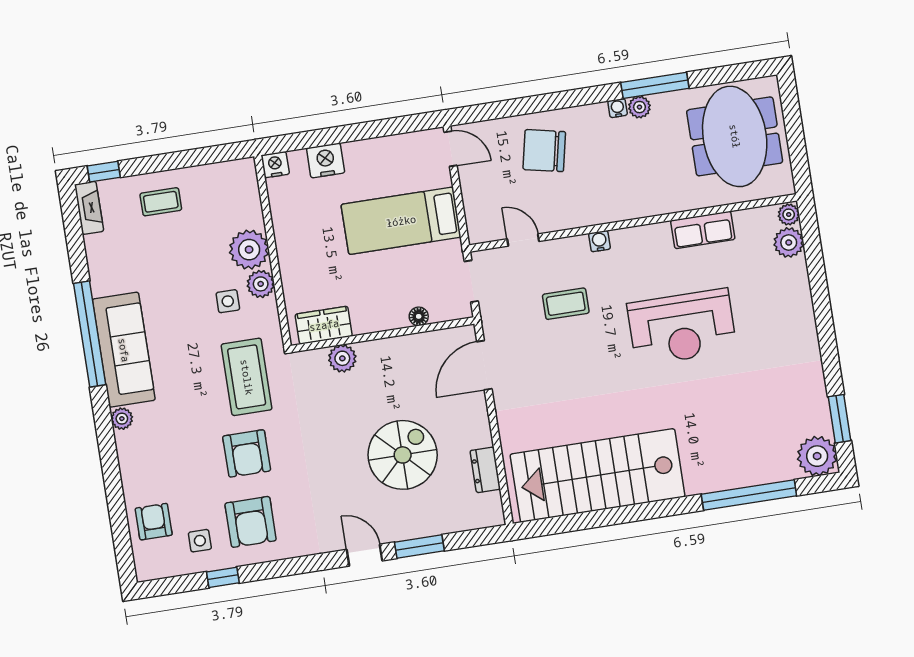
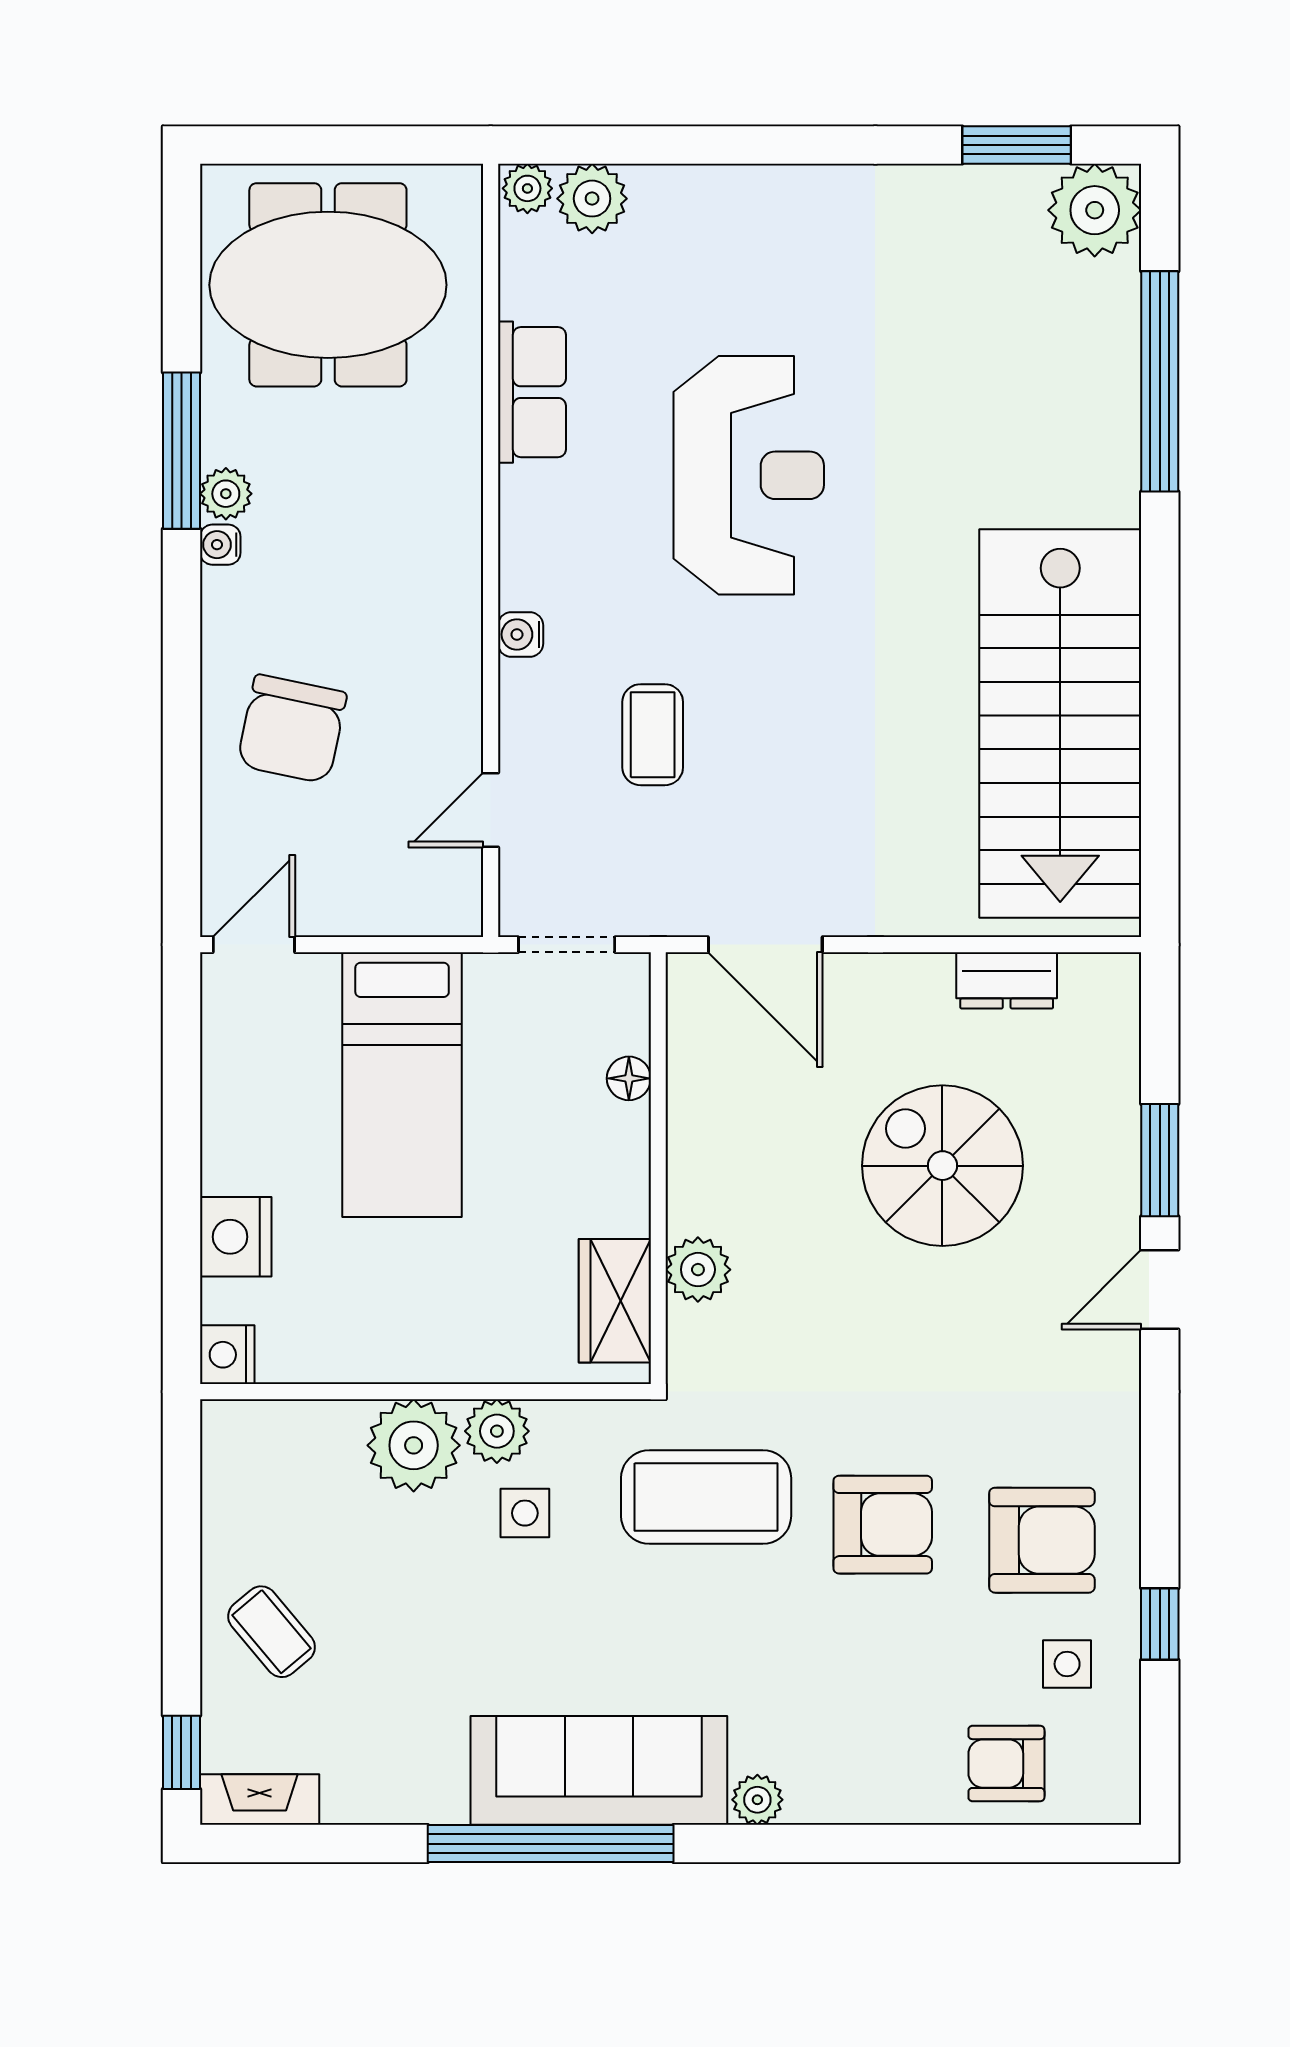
coffee table: (161, 202) -> (272, 1632), turned -40

